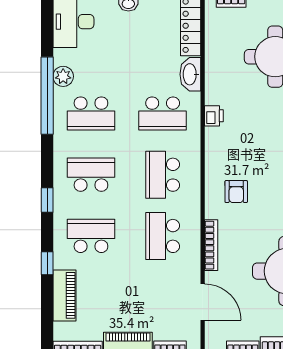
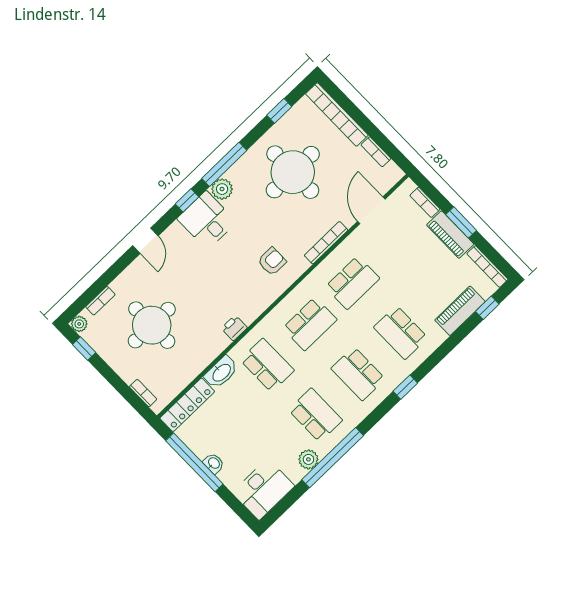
window: (47, 263) -> (487, 308), moved

